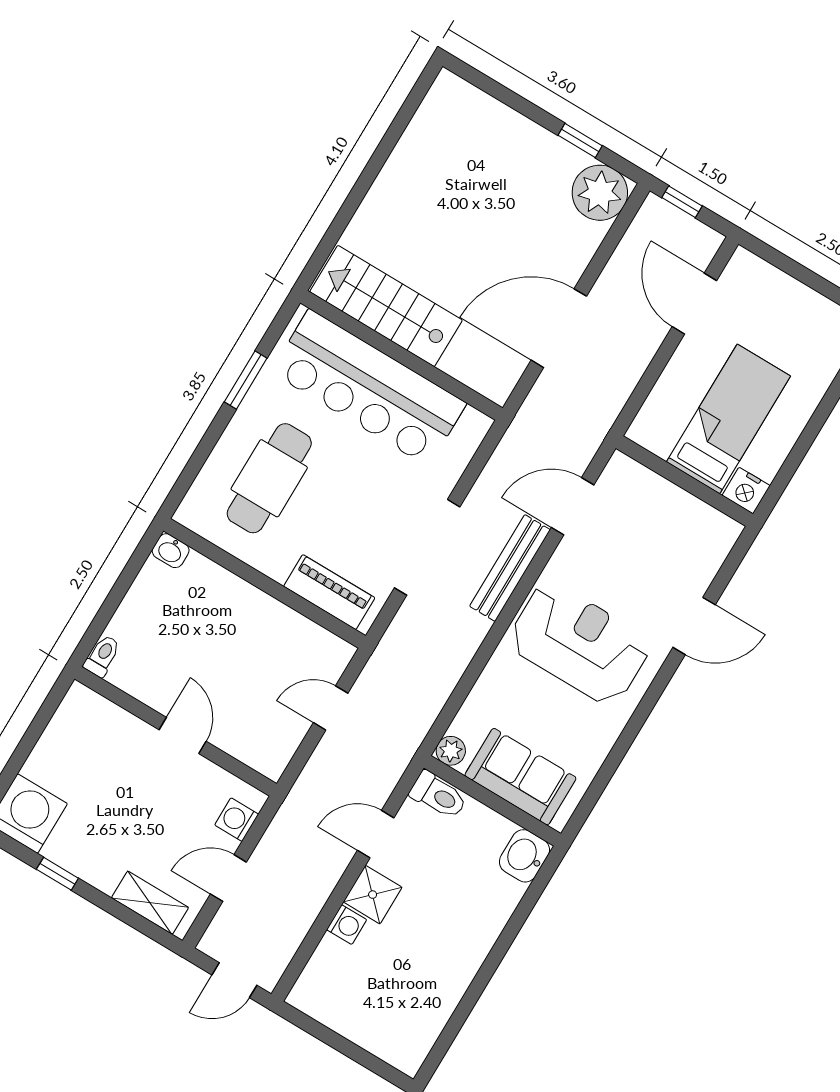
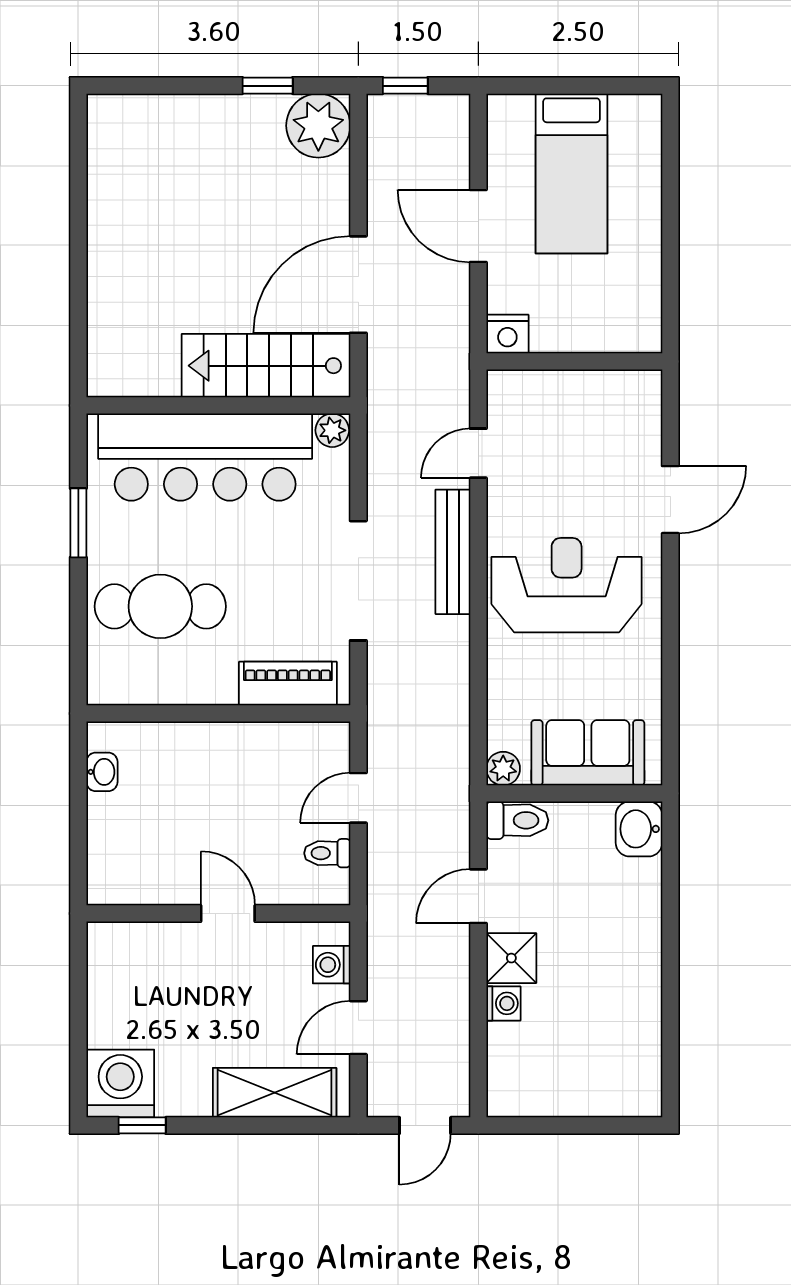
door: (694, 304) -> (478, 226), moved
stairs: (386, 306) -> (266, 366), moved
bed: (728, 419) -> (571, 173), moved, turned 180
plant: (475, 424) -> (332, 430), added
cafe table: (269, 478) -> (160, 606), turned 90
nightstand: (746, 491) -> (507, 334), moved
door: (573, 506) -> (478, 453), width x0.73
washbasin: (171, 551) -> (102, 772), moved, turned -90
toilet: (102, 656) -> (327, 853), moved, turned -90
window: (57, 874) -> (142, 1125), moved
shelving: (150, 903) -> (275, 1093), width x1.50, depth x1.33

